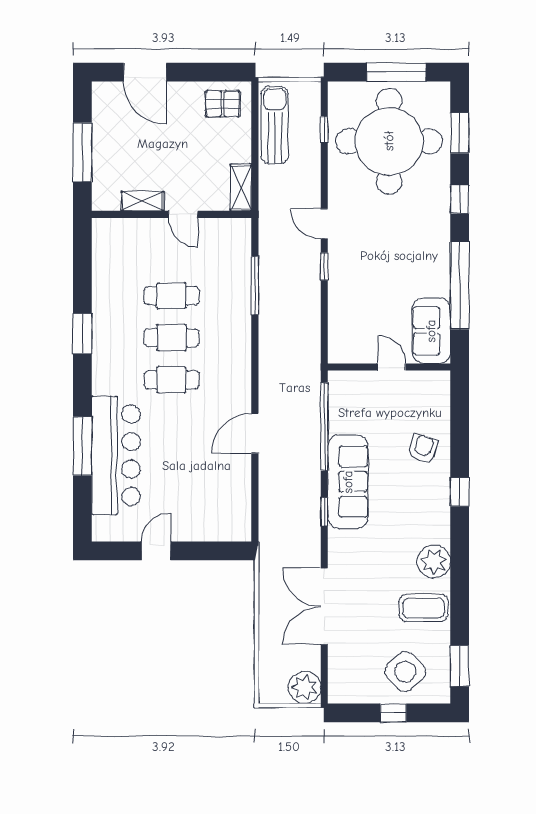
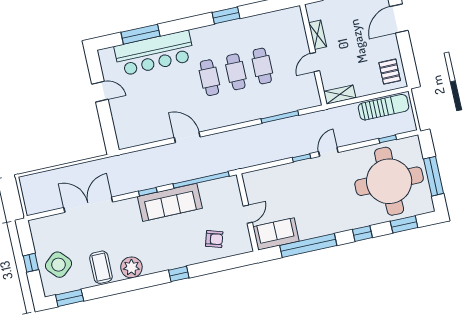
window: (82, 446) -> (140, 34), moved
armchair: (423, 449) -> (214, 239), moved
plant: (305, 687) -> (35, 204), removed

